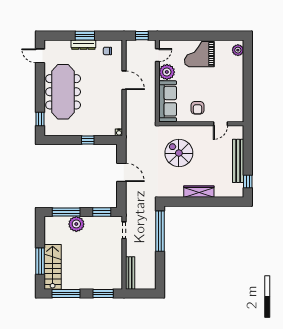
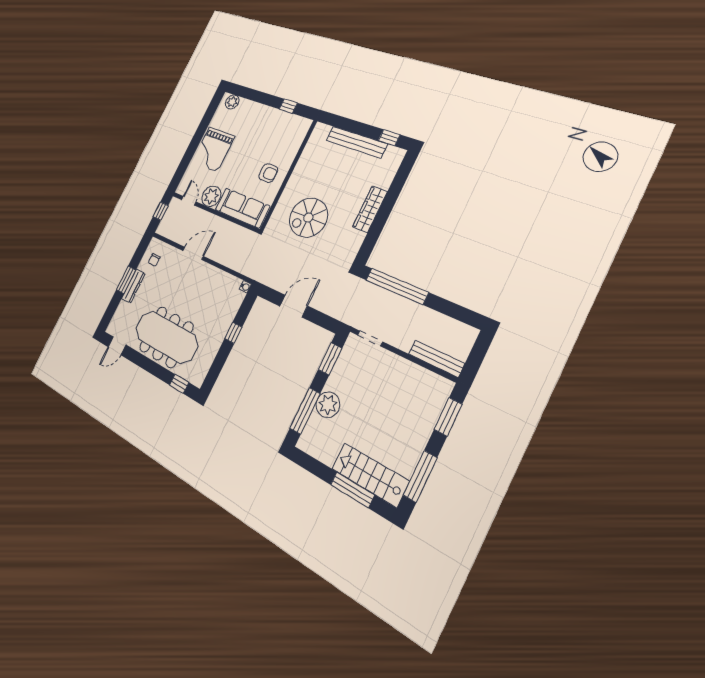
window: (248, 98) -> (288, 106), added
door: (221, 124) -> (301, 150), removed

